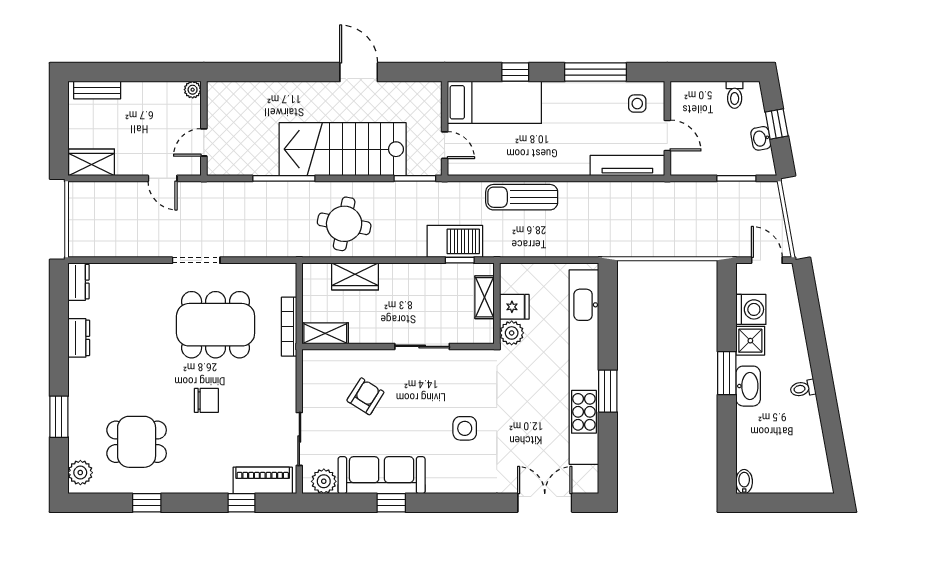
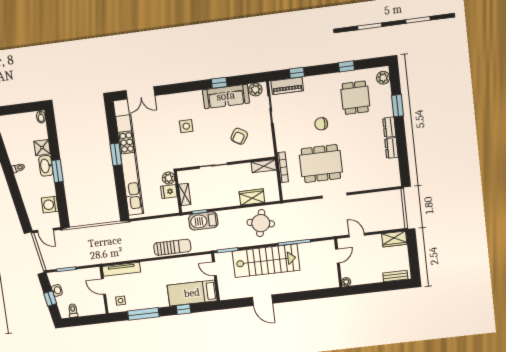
dresser: (79, 282) -> (389, 127), moved
shower: (750, 341) -> (42, 148), moved
dining table: (137, 442) -> (355, 98), turned 90

